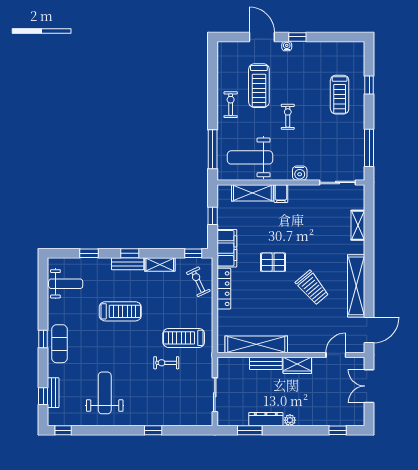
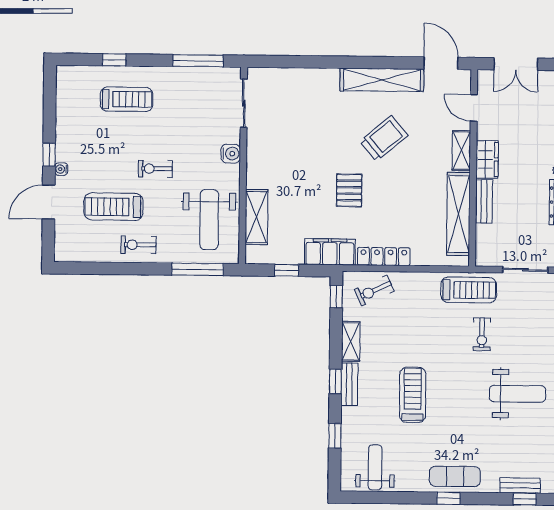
treadmill: (259, 86) -> (113, 207), turned 180
filing cabinet: (281, 194) -> (258, 179), removed
shelving: (358, 225) -> (461, 151), moved, turned 90
treadmill: (184, 338) -> (469, 290), moved, turned -90
weight bench: (105, 393) -> (517, 394), moved, turned 180

